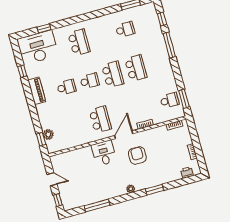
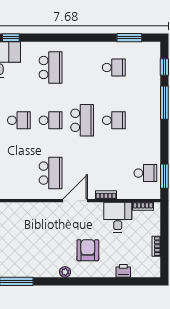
school desk: (136, 68) -> (114, 120), width x0.54
desk: (104, 153) -> (118, 217), moved
armchair: (137, 156) -> (88, 250), moved
printer: (187, 173) -> (123, 271), moved
window: (155, 190) -> (95, 281), removed

